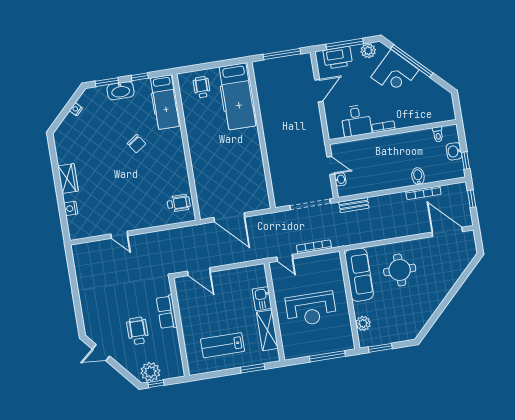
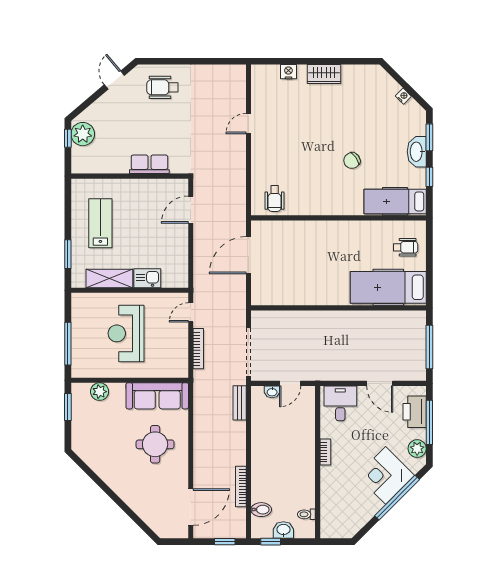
desk: (356, 121) -> (340, 403), moved, turned 90
bidet: (418, 176) -> (261, 510), moved
wheelchair: (138, 331) -> (162, 87), moved, turned 180

